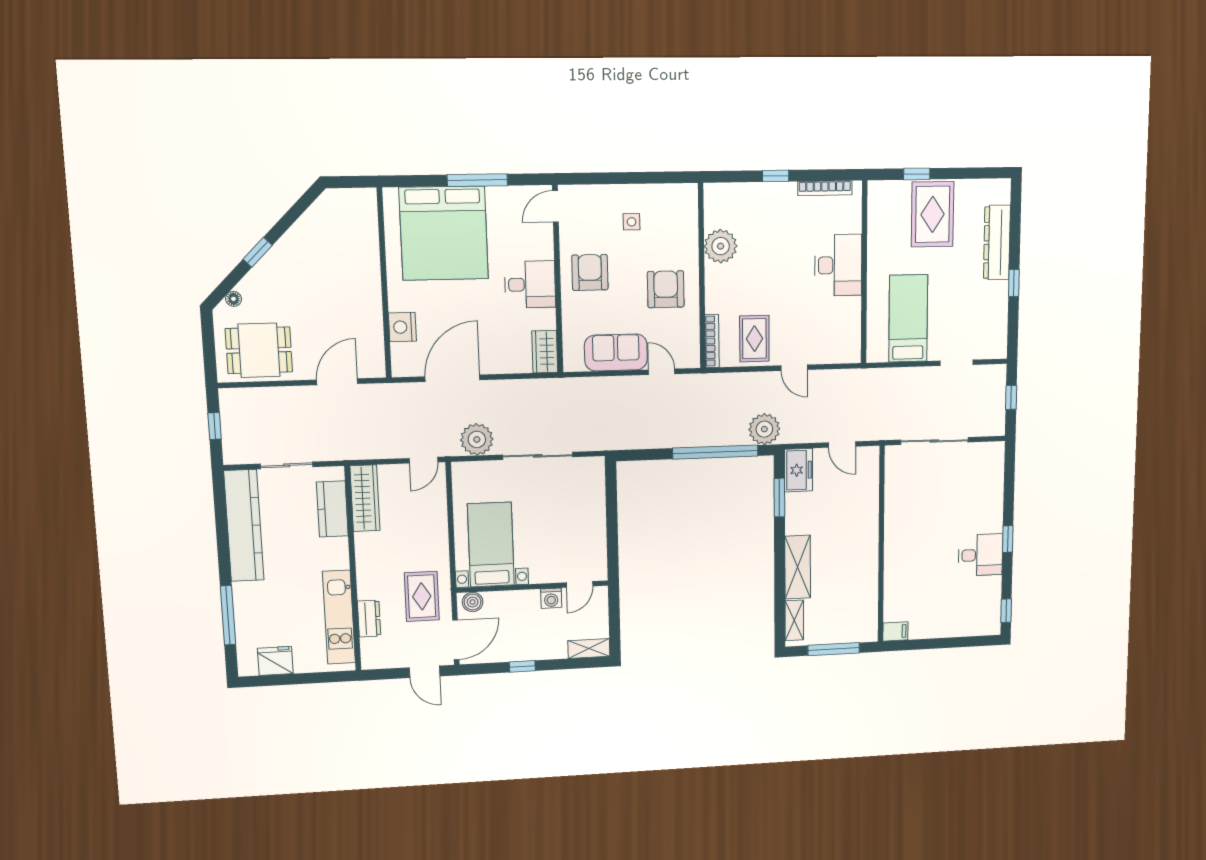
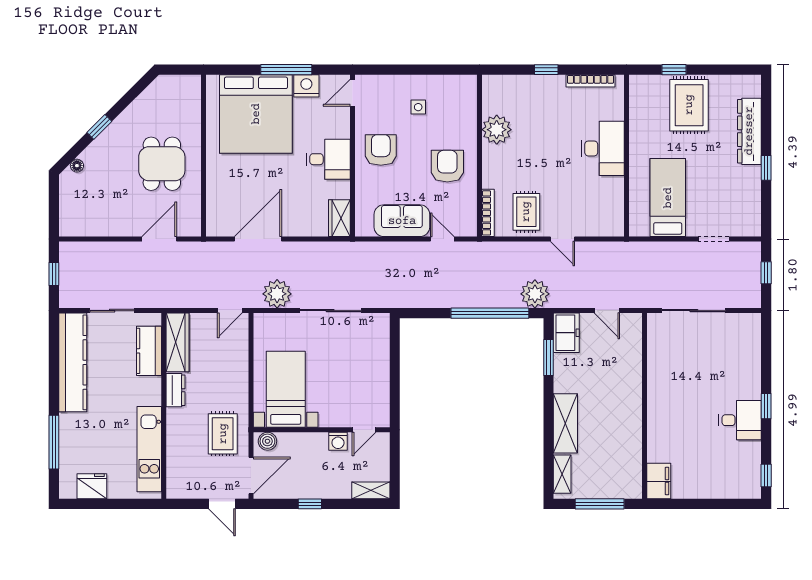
nightstand: (402, 327) -> (306, 86), moved, turned 90
dining table: (259, 350) -> (162, 164), moved, turned 90
dresser: (369, 619) -> (176, 390), moved
filing cabinet: (895, 631) -> (659, 481), width x2.00

